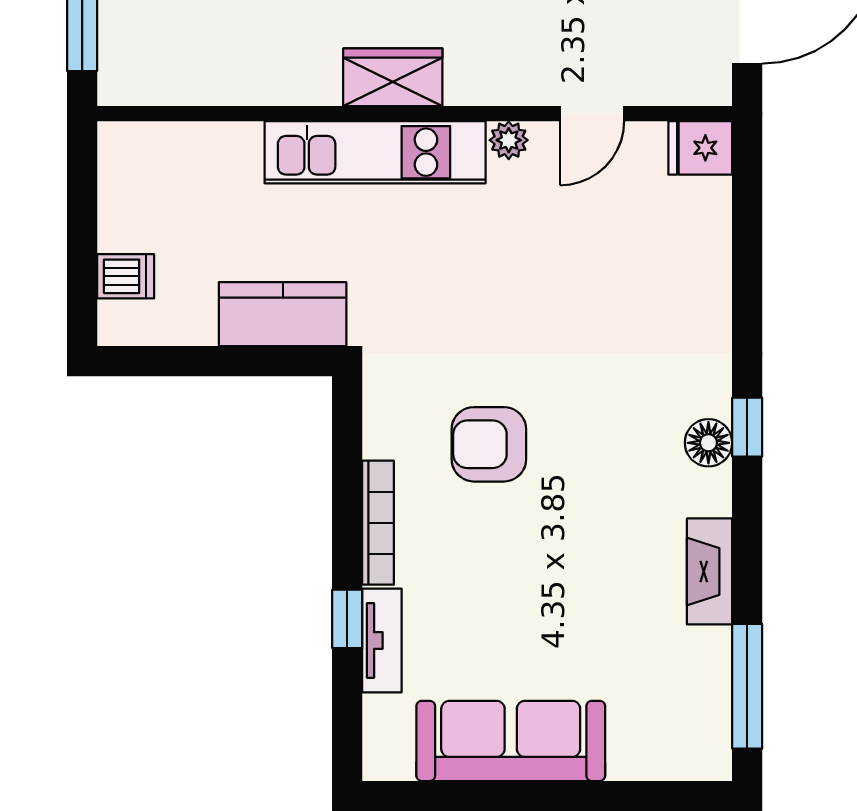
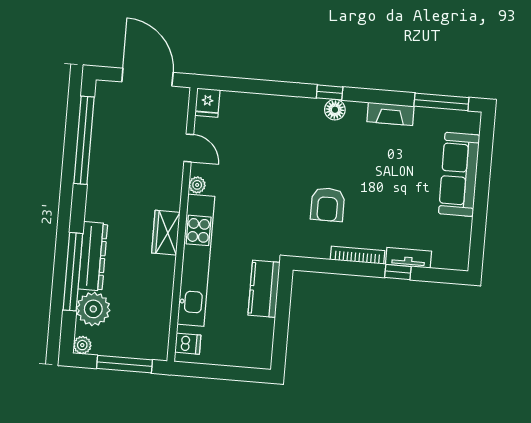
kitchen unit: (375, 152) -> (196, 260), width x1.36
dishwasher: (126, 276) -> (188, 344), moved, turned 90
sofa: (511, 741) -> (459, 174), moved

